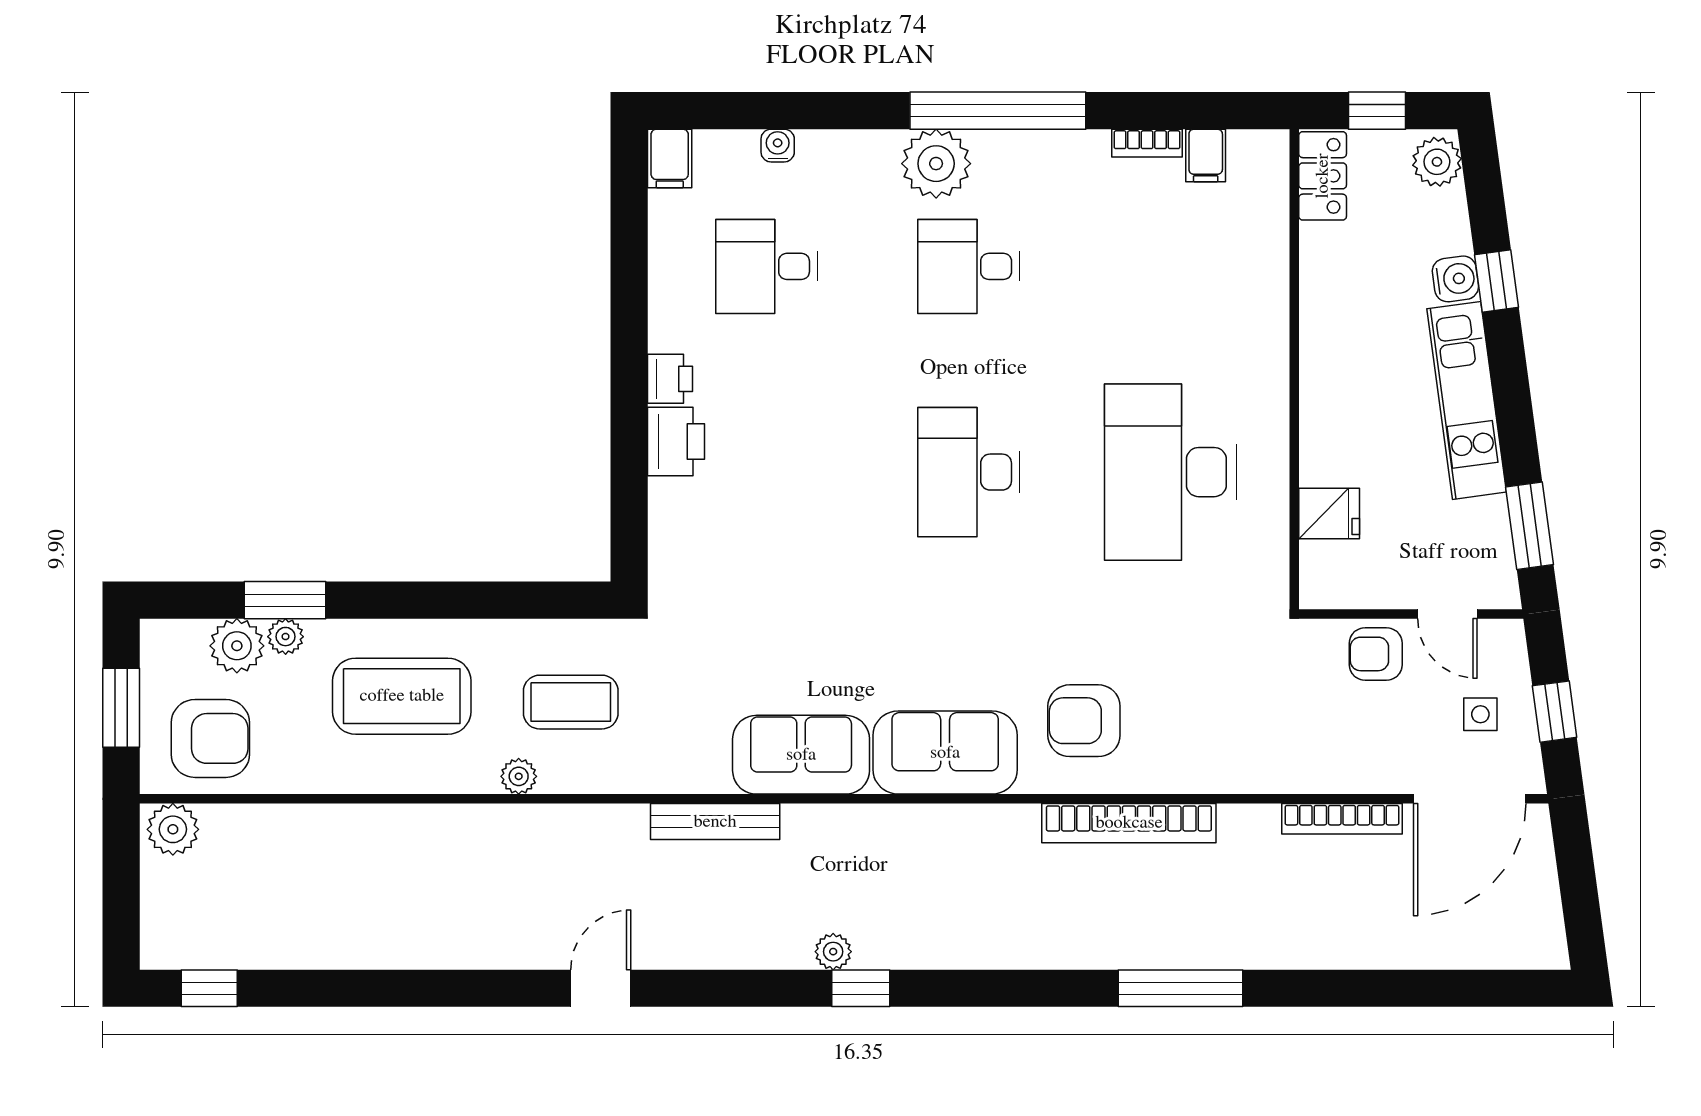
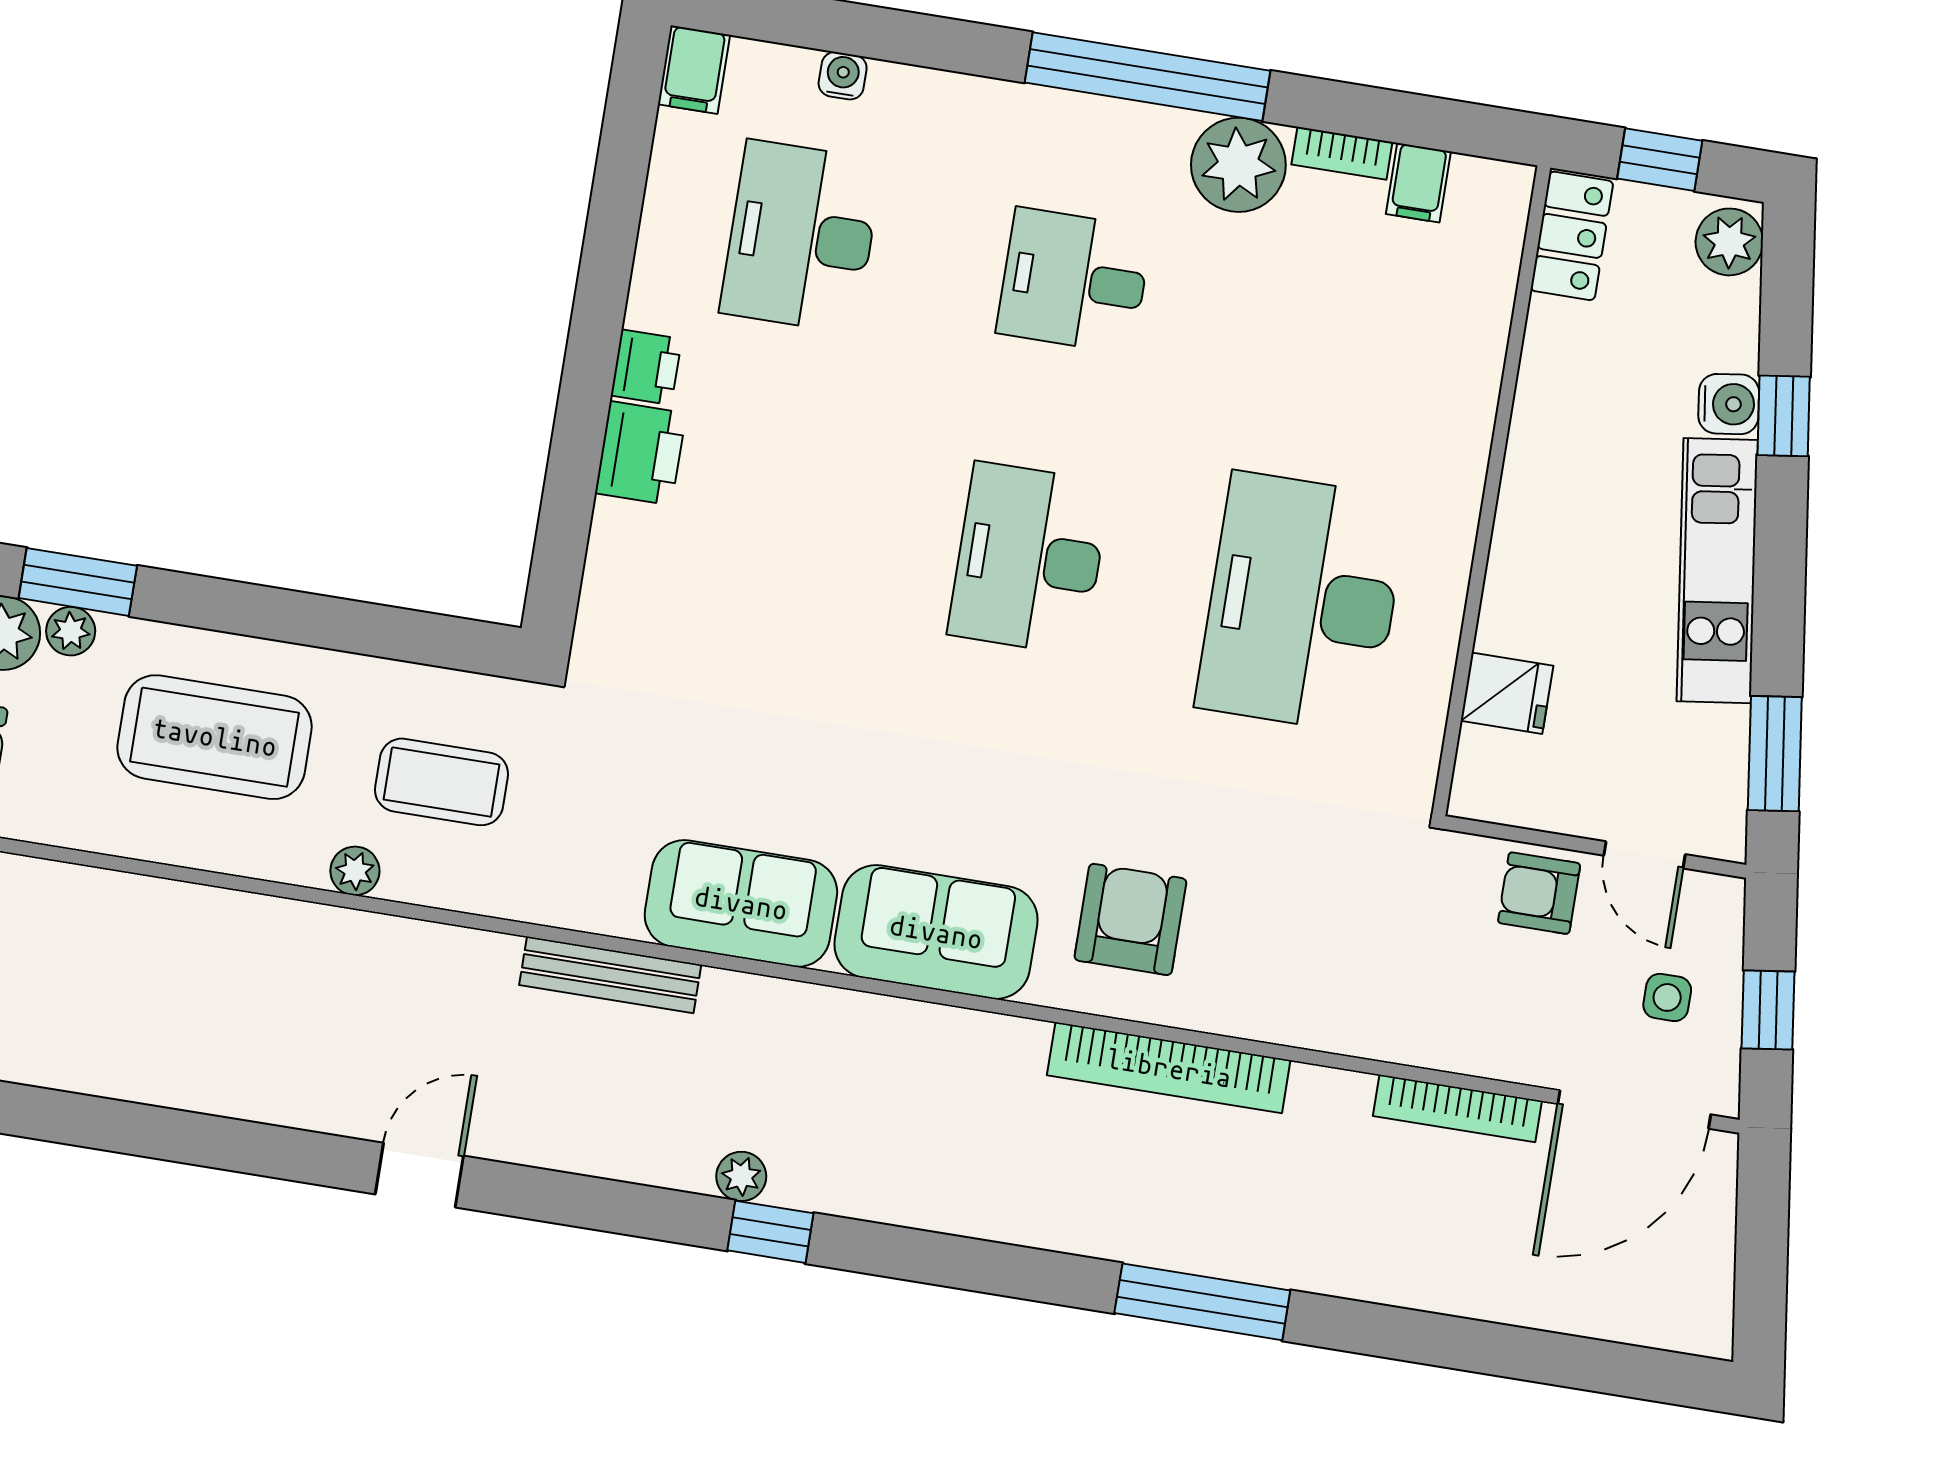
plant: (936, 164) -> (1238, 165), moved
desk: (767, 266) -> (801, 237), width x1.37
armchair: (1084, 721) -> (1130, 919), turned 90

